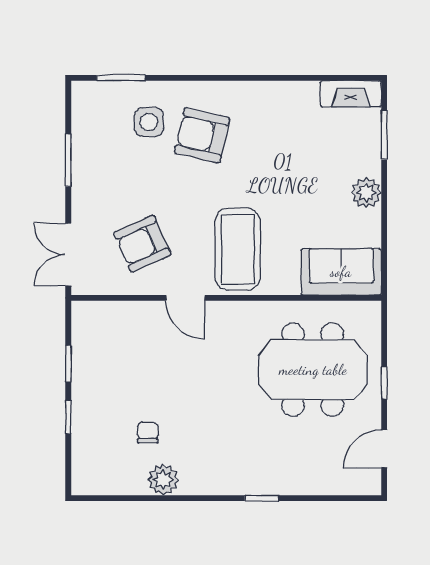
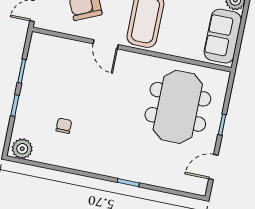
sofa: (341, 272) -> (223, 36), moved, turned -90
meeting table: (313, 370) -> (178, 107), turned 90
plant: (163, 480) -> (22, 149), moved

